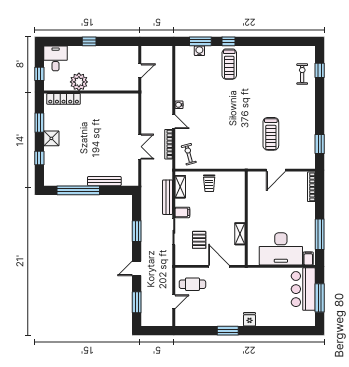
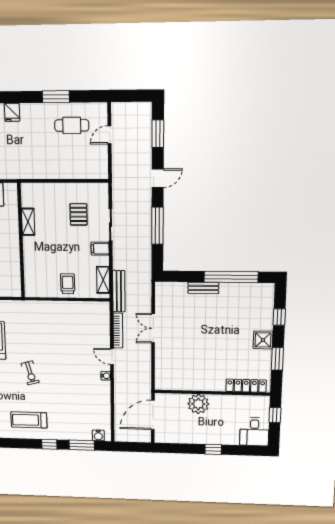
water cooler: (199, 51) -> (98, 435), moved
treadmill: (229, 64) -> (29, 420), moved, turned -90
door: (140, 71) -> (153, 415), width x1.88
plant: (79, 82) -> (198, 404), moved
exercise bike: (189, 154) -> (30, 373), moved
bench: (104, 181) -> (203, 288), width x0.73
bench: (168, 197) -> (119, 291), moved
window: (137, 231) -> (157, 226), width x1.44
door: (219, 266) -> (53, 181), removed
cafe table: (192, 284) -> (72, 125), moved
window: (228, 331) -> (56, 97), moved

